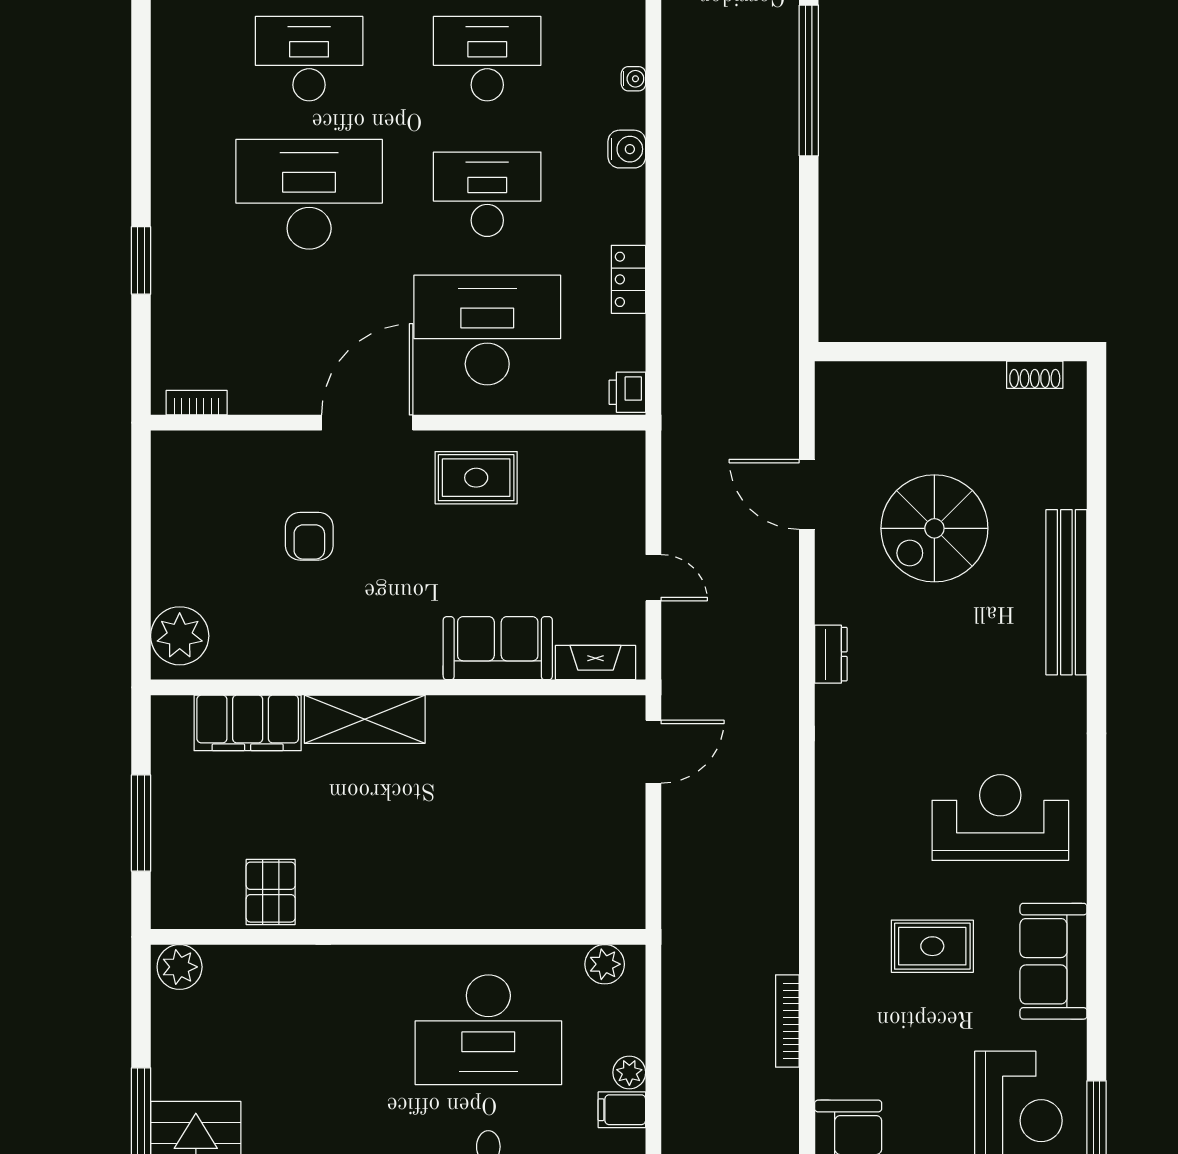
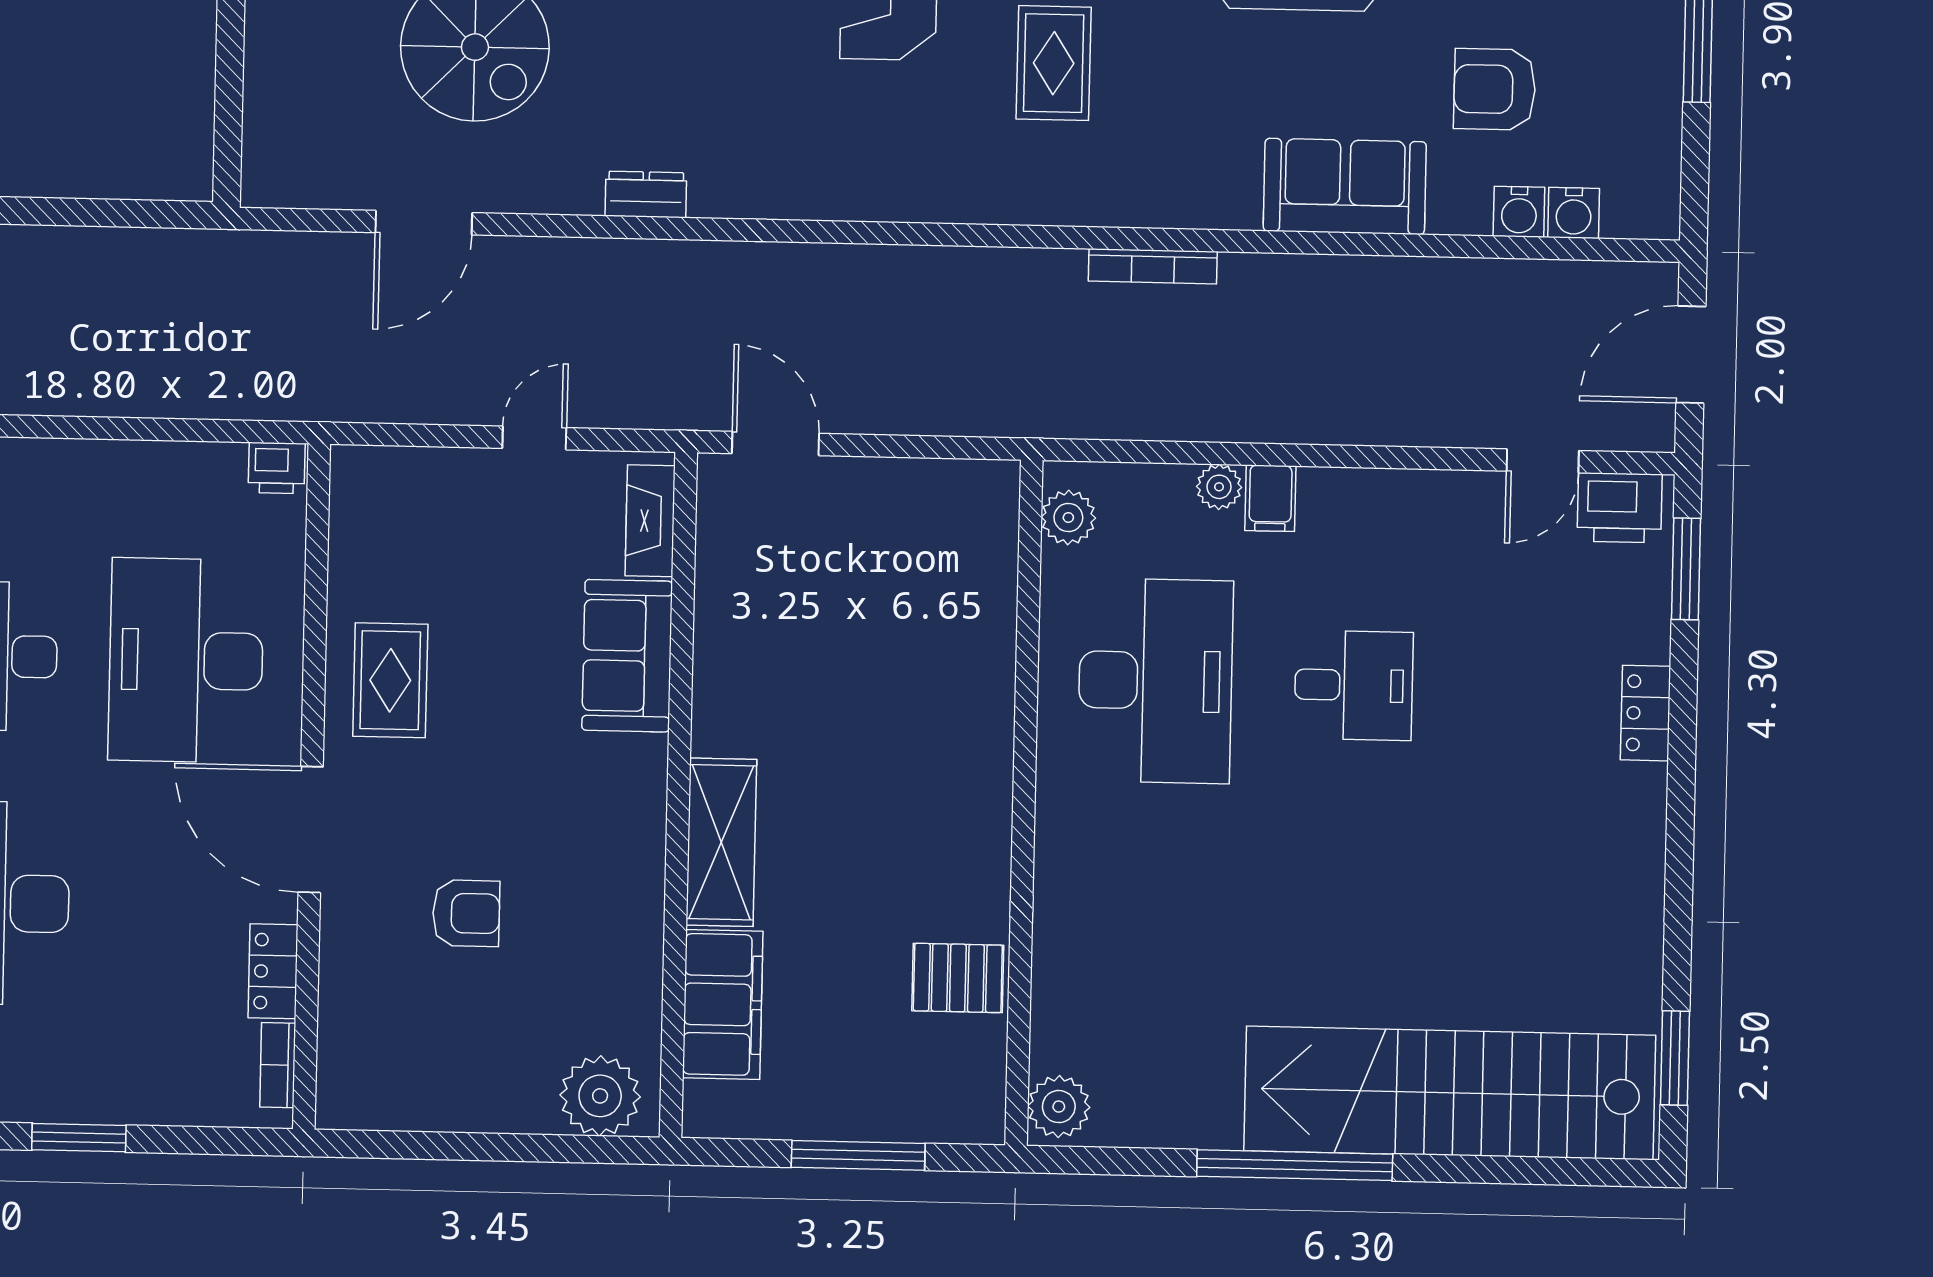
locker: (628, 279) -> (273, 971), moved, turned 90

